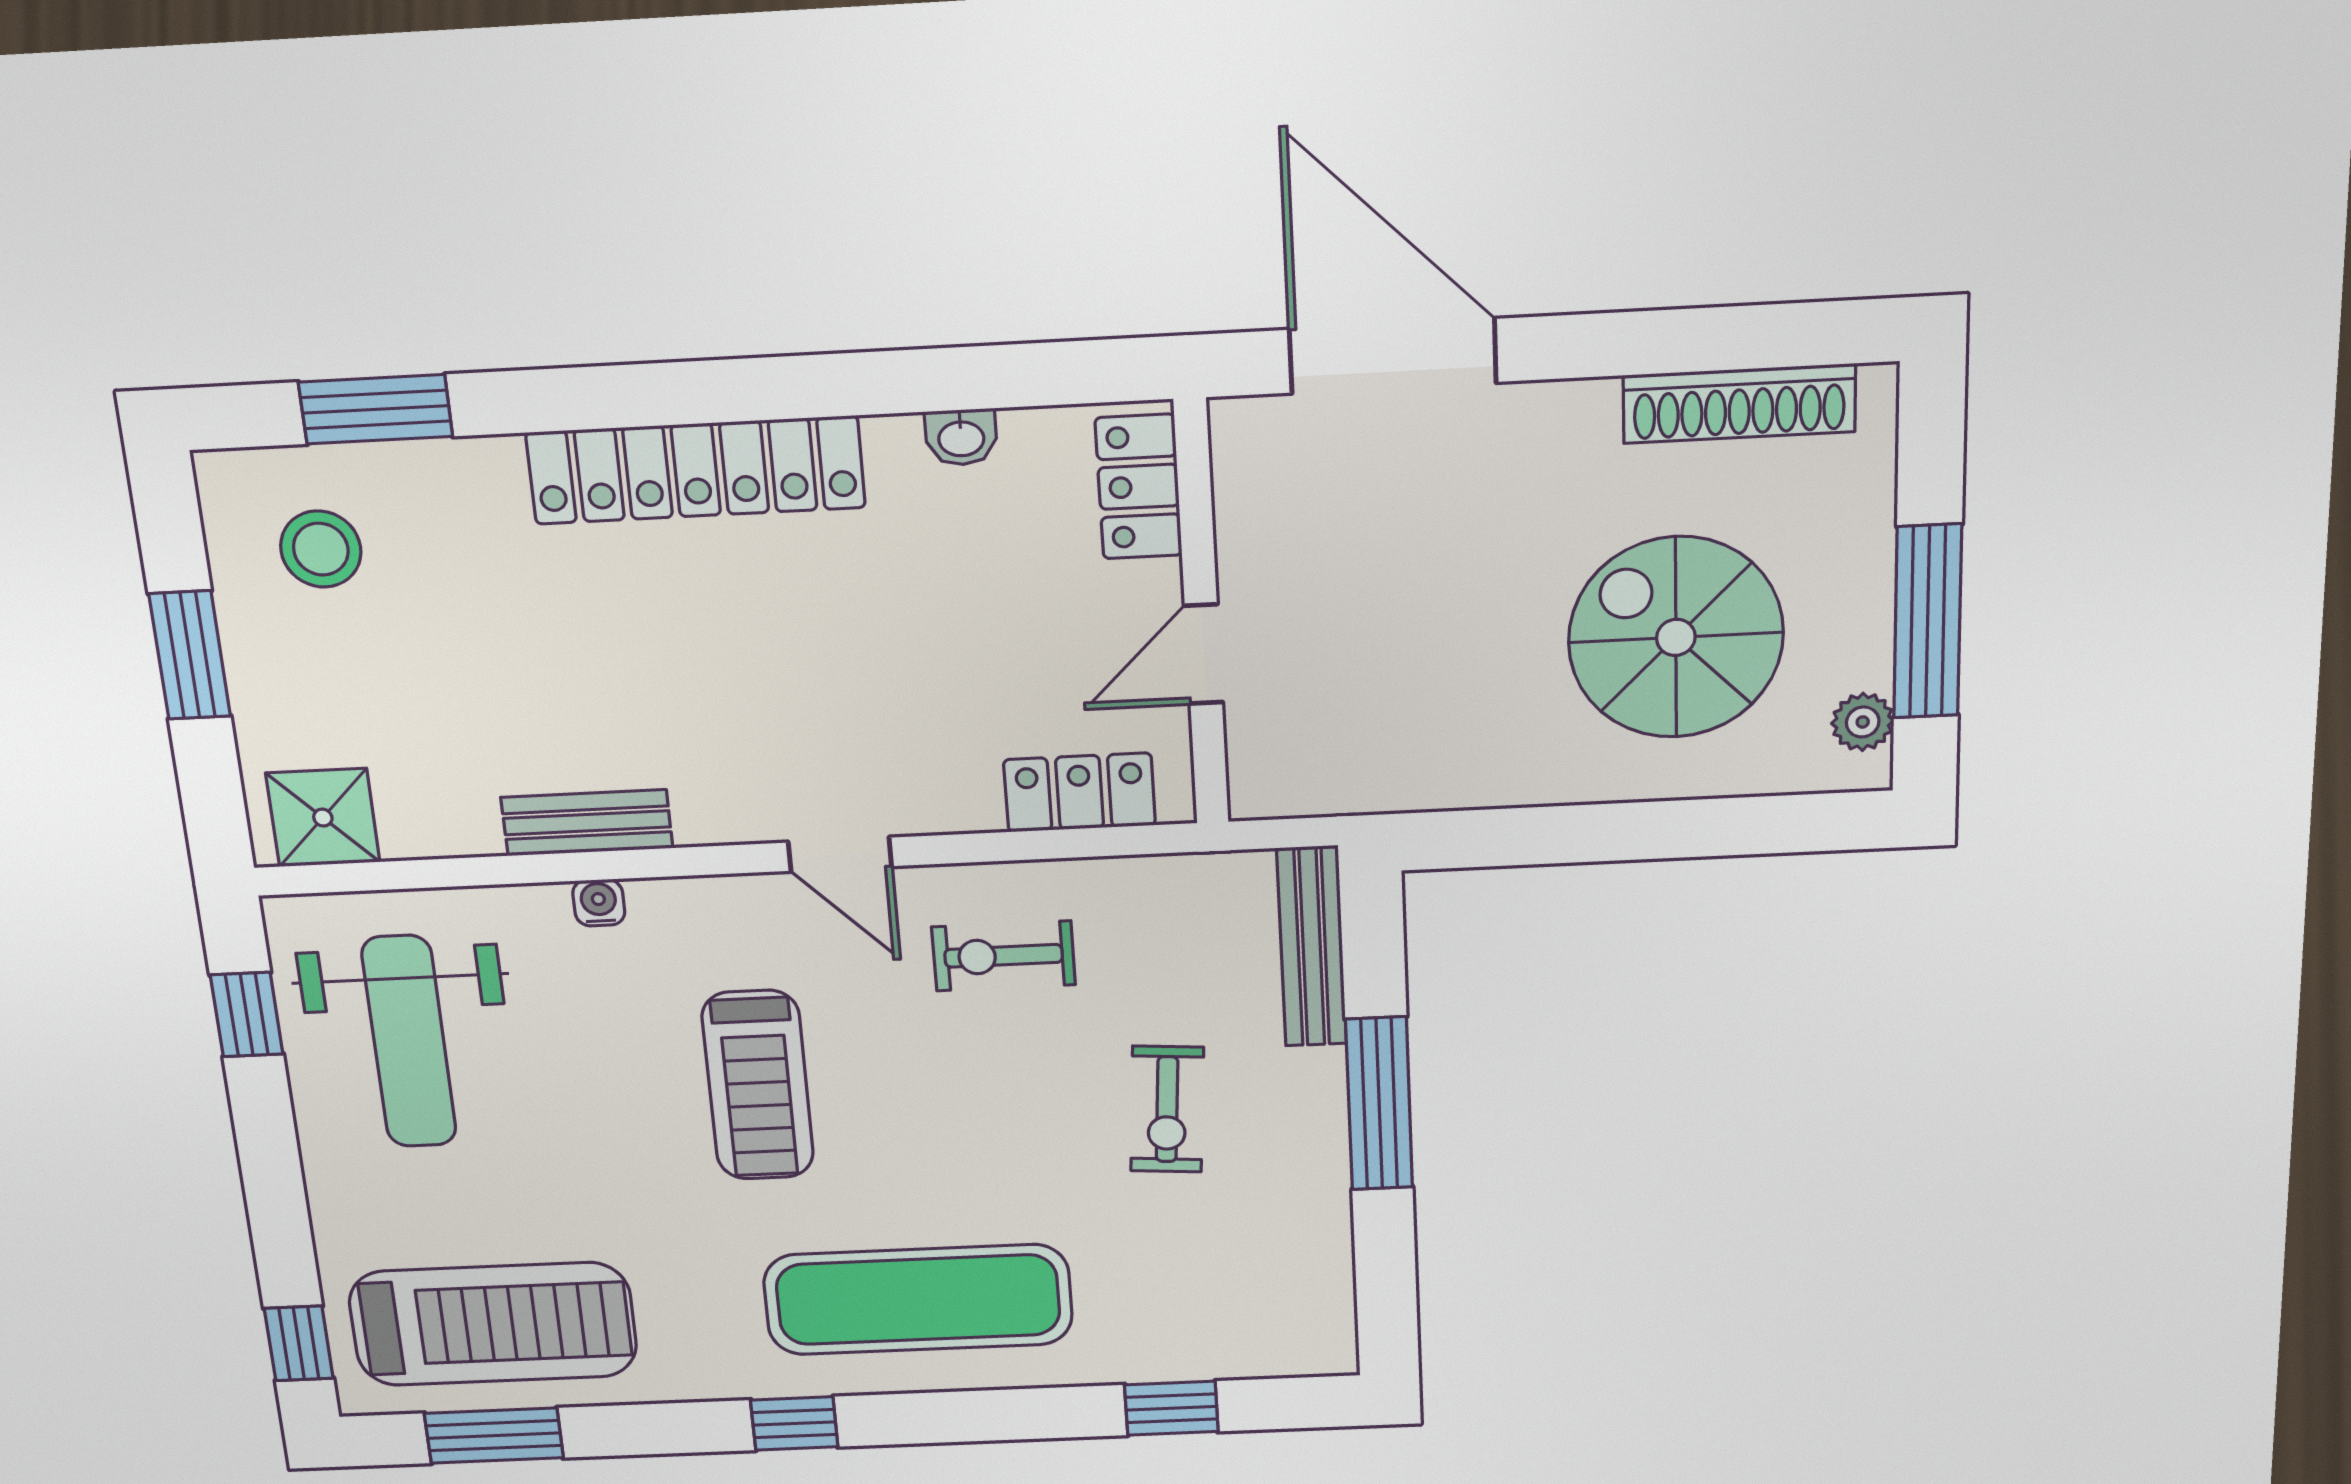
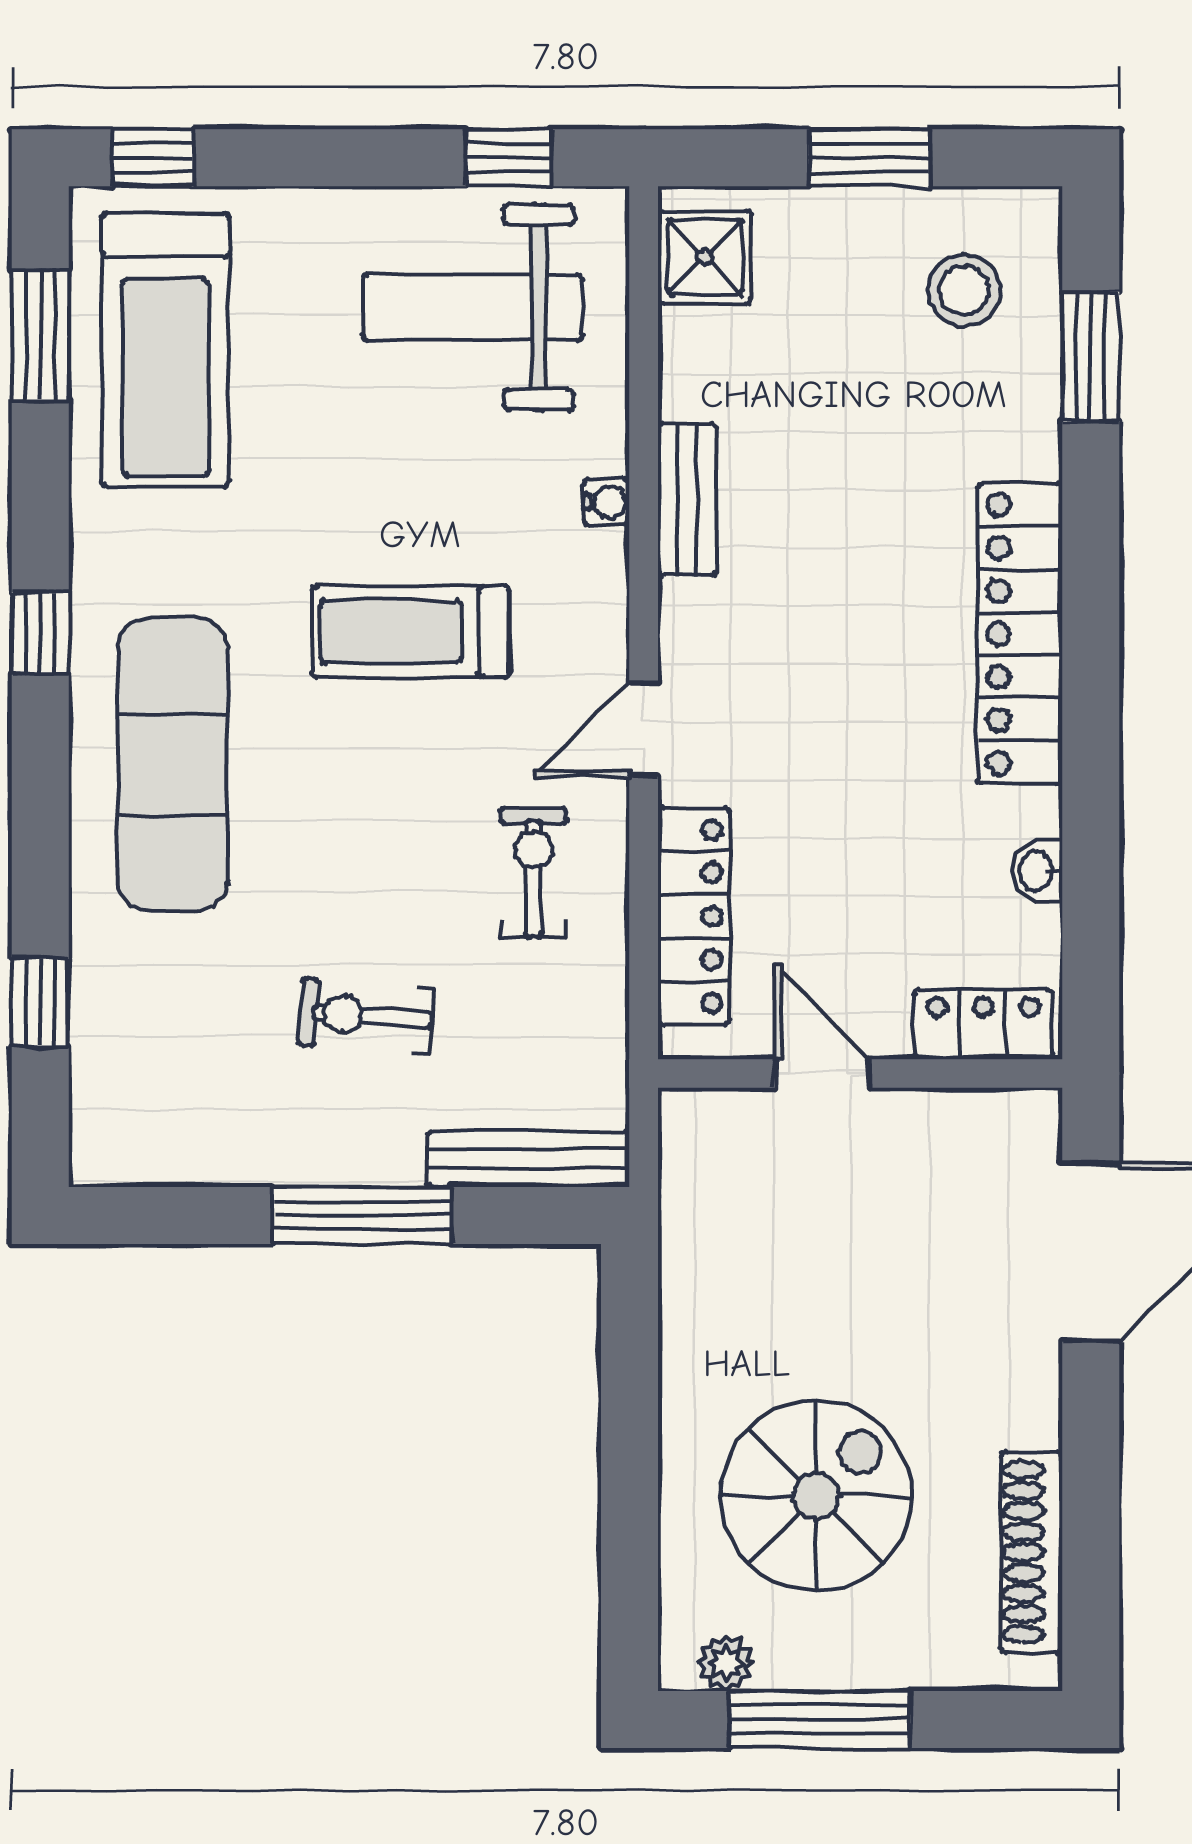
locker: (1080, 792) -> (694, 916), width x1.53

